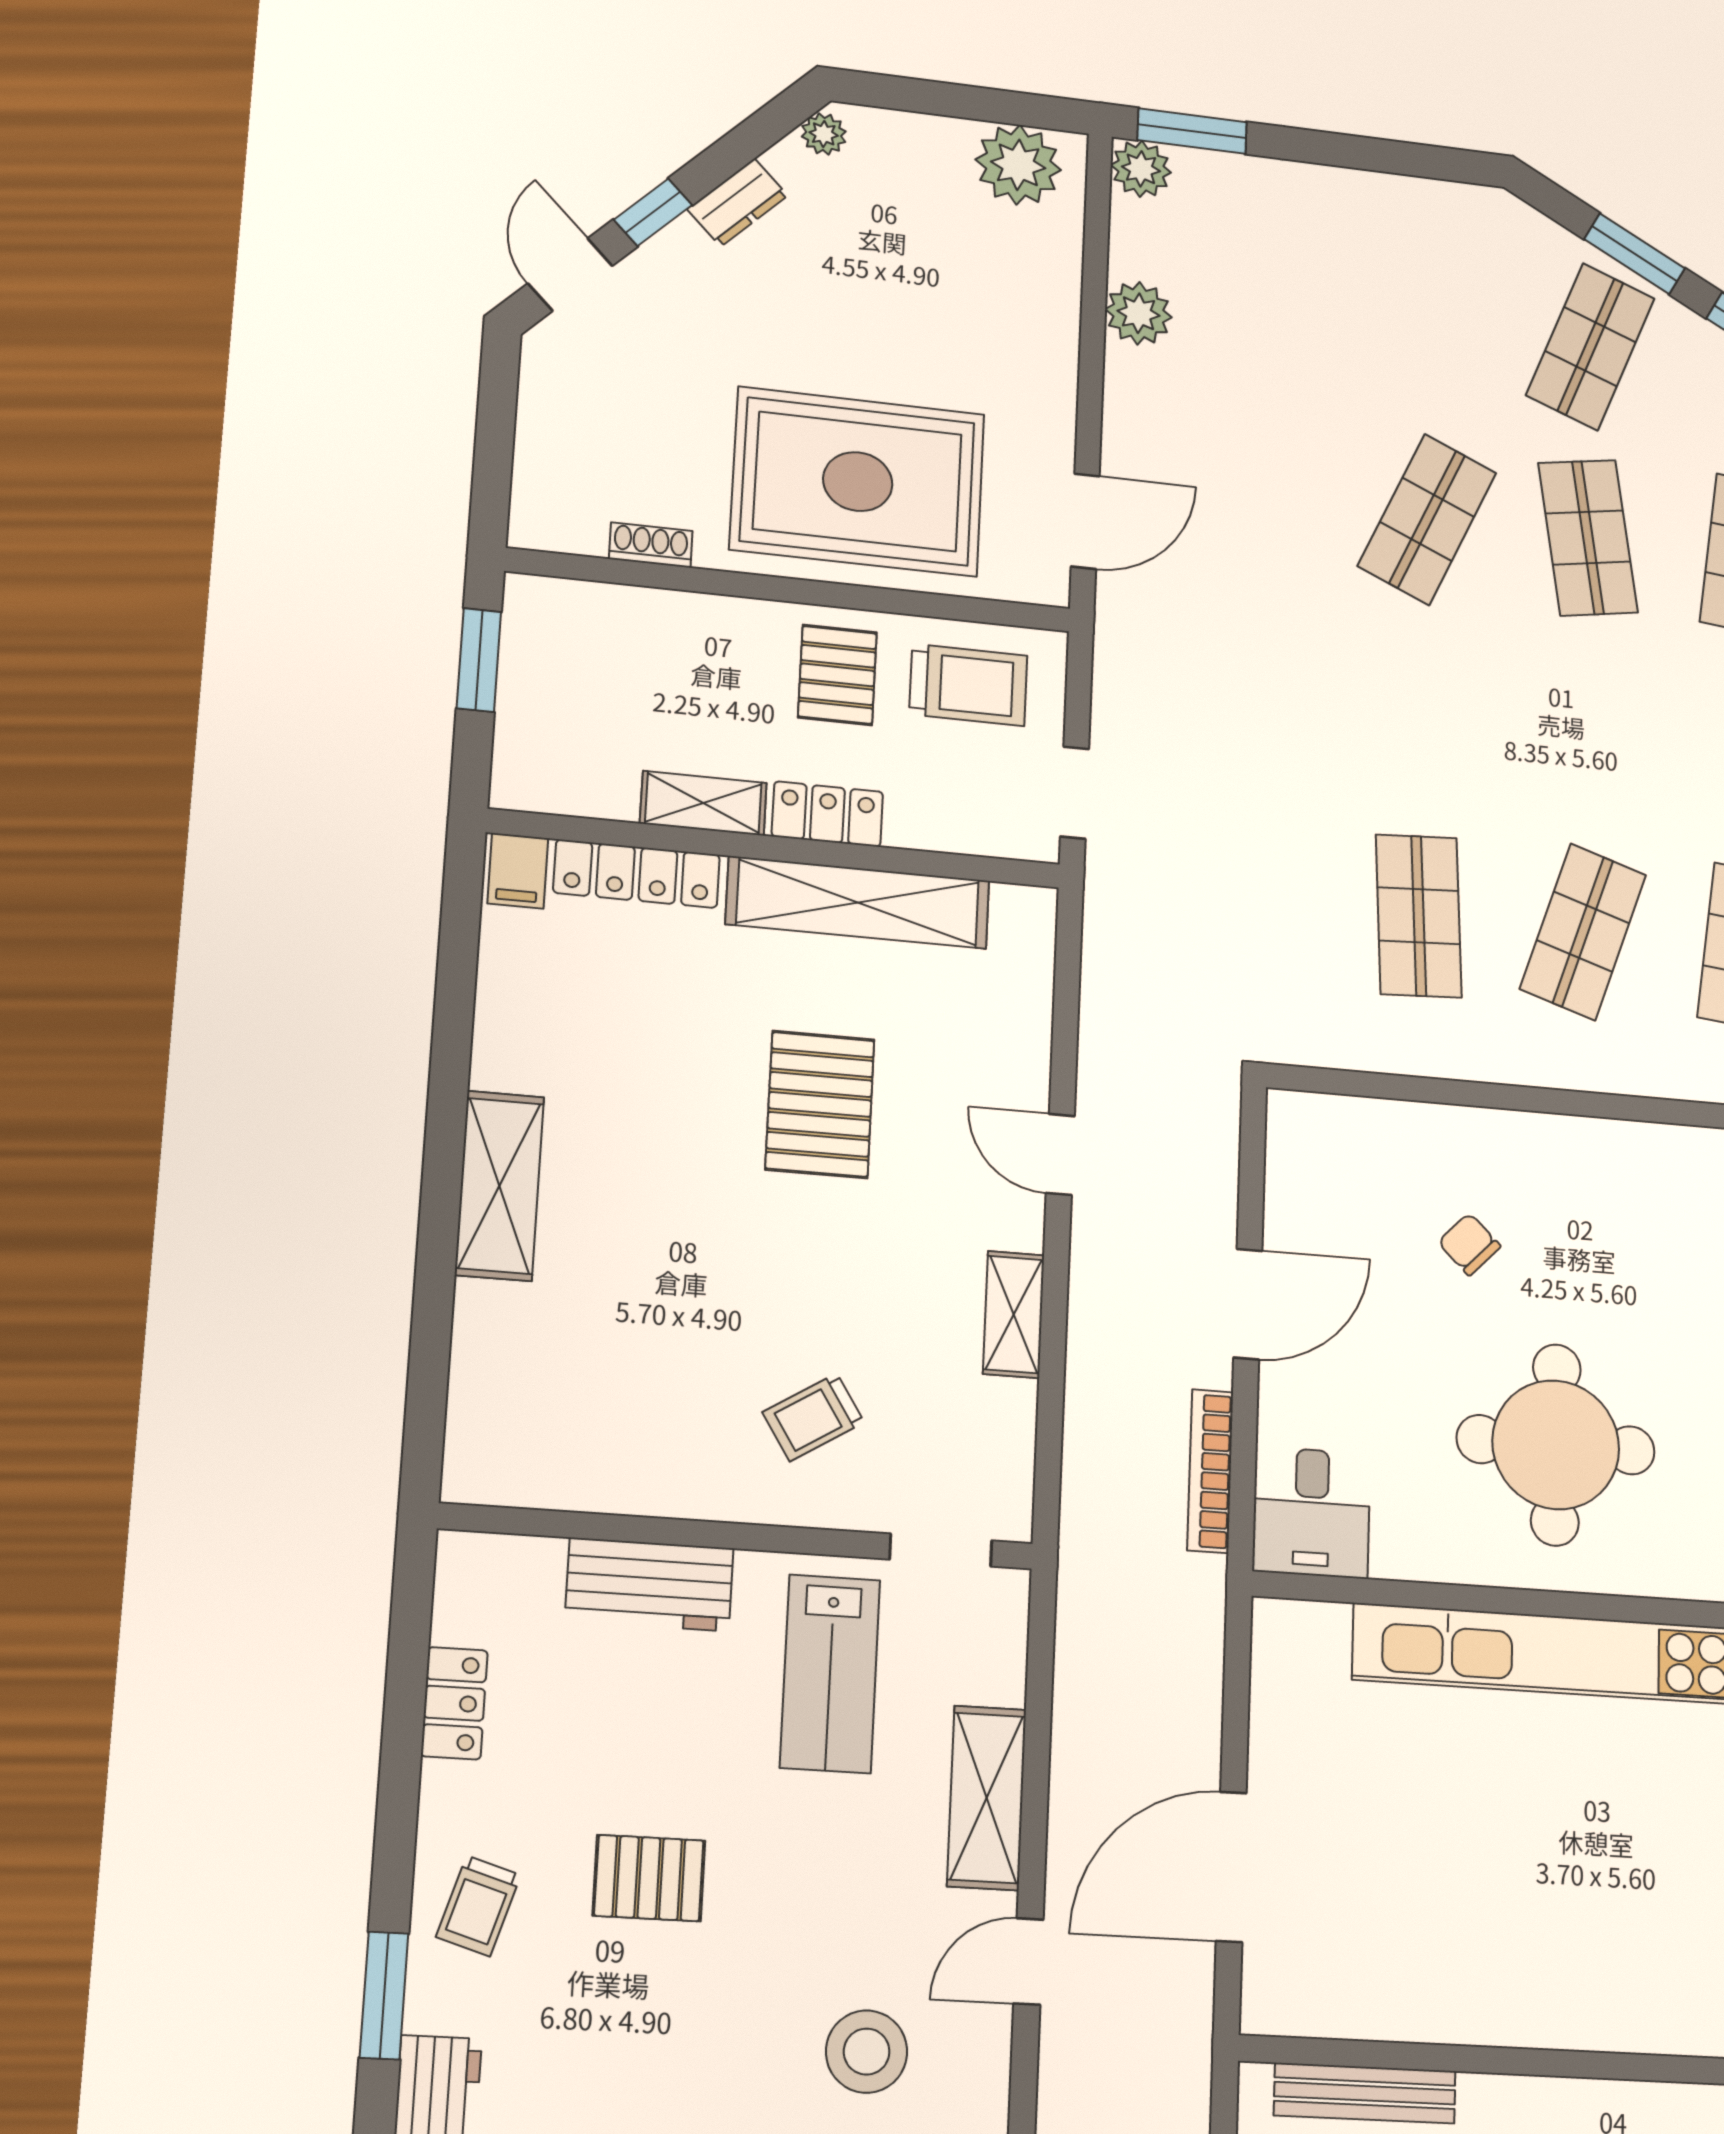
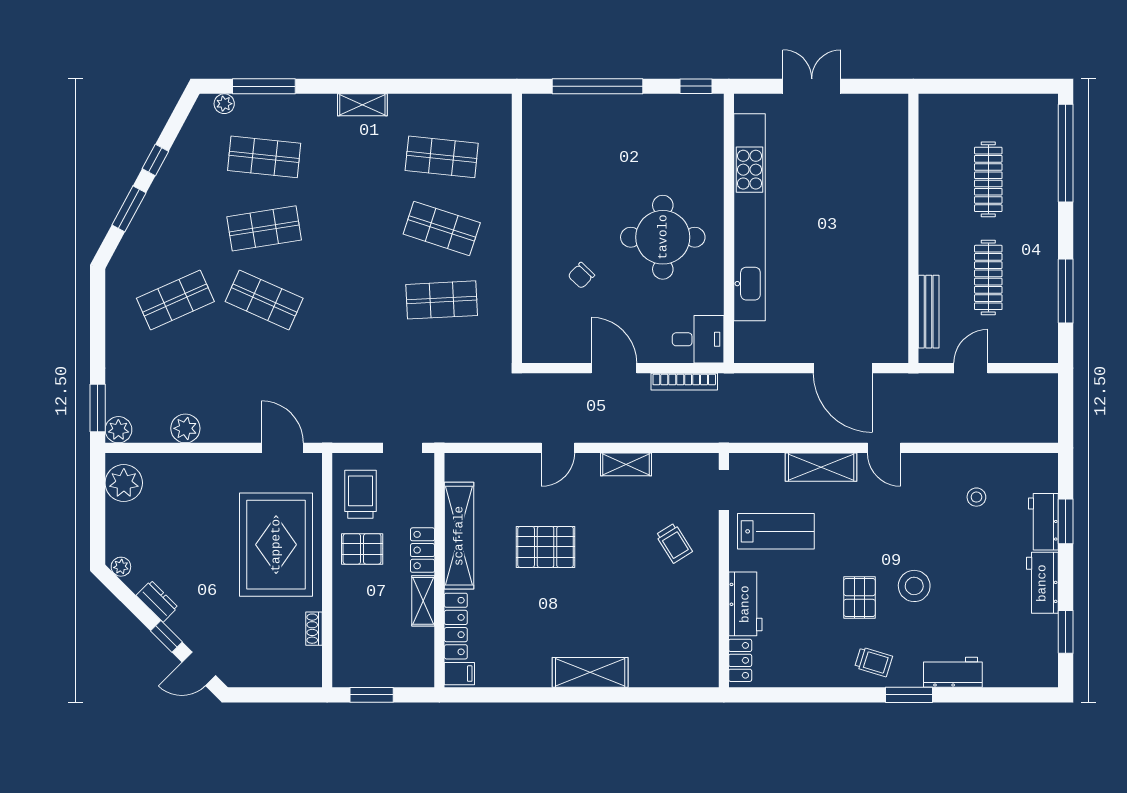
shop shelf: (1590, 347) -> (175, 300), moved, turned -45
locker: (454, 1703) -> (740, 660), moved, turned 90
stool: (867, 2052) -> (914, 586), moved

